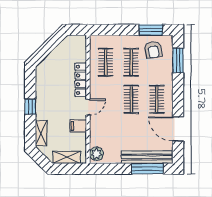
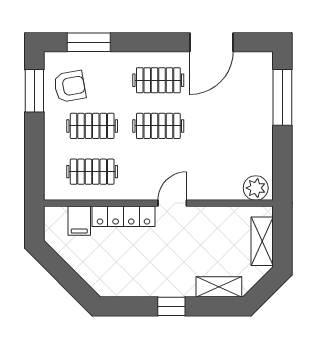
door: (88, 107) -> (172, 203), hinge flipped
filing cabinet: (78, 126) -> (79, 221), moved
bench: (147, 157) -> (262, 97), removed

